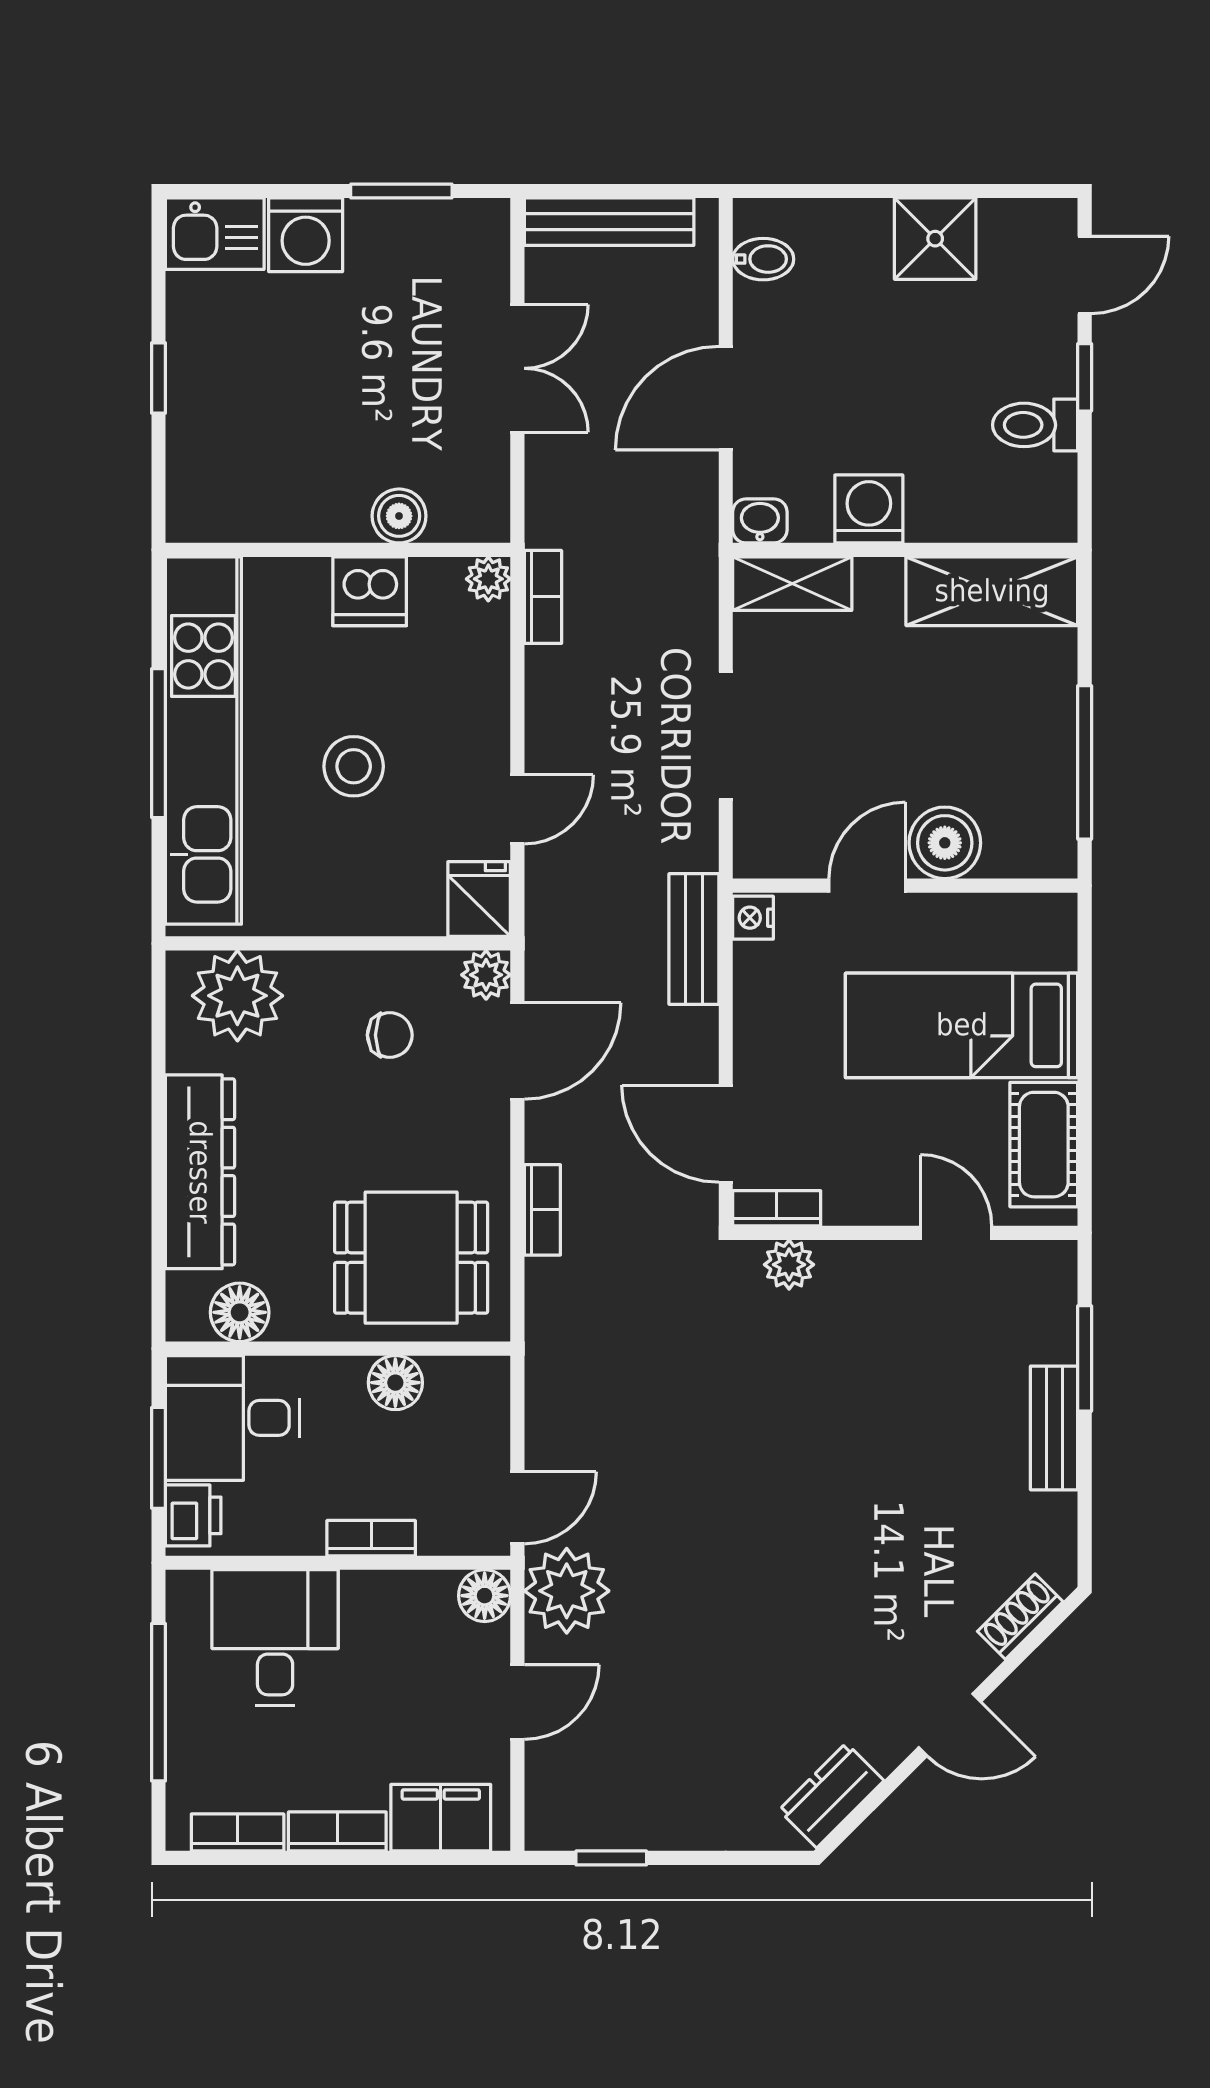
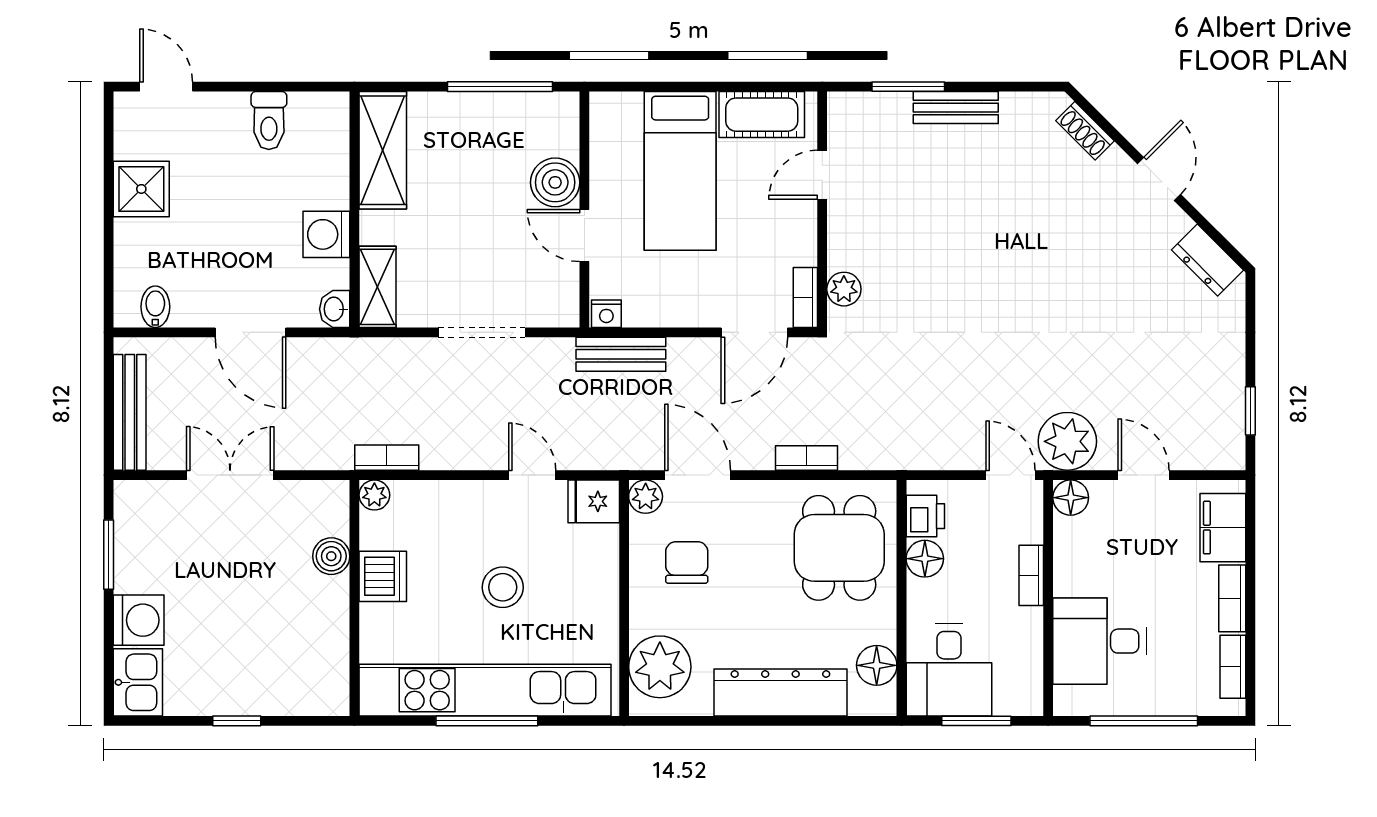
window: (1085, 377) -> (236, 87), removed
chair: (390, 1035) -> (687, 563), width x1.37, depth x1.37
printer: (193, 1515) -> (925, 516), moved, turned 90

